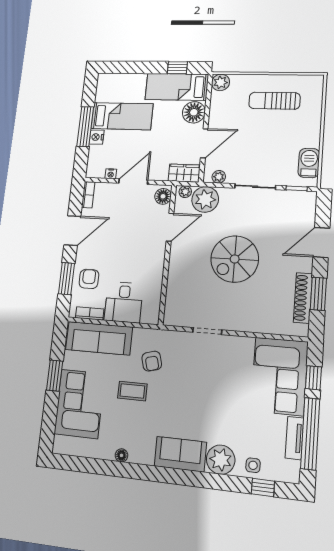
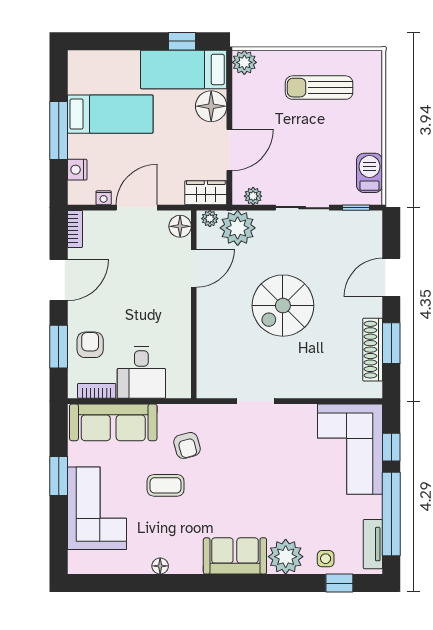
nightstand: (97, 137) -> (77, 170), moved
tv unit: (294, 438) -> (373, 544), moved

